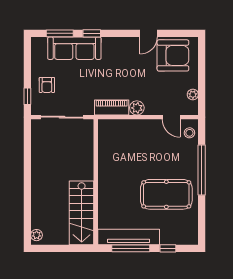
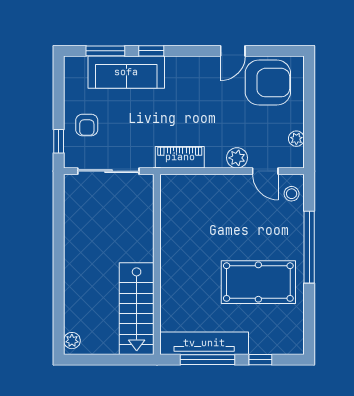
plant: (137, 108) -> (237, 158), moved

